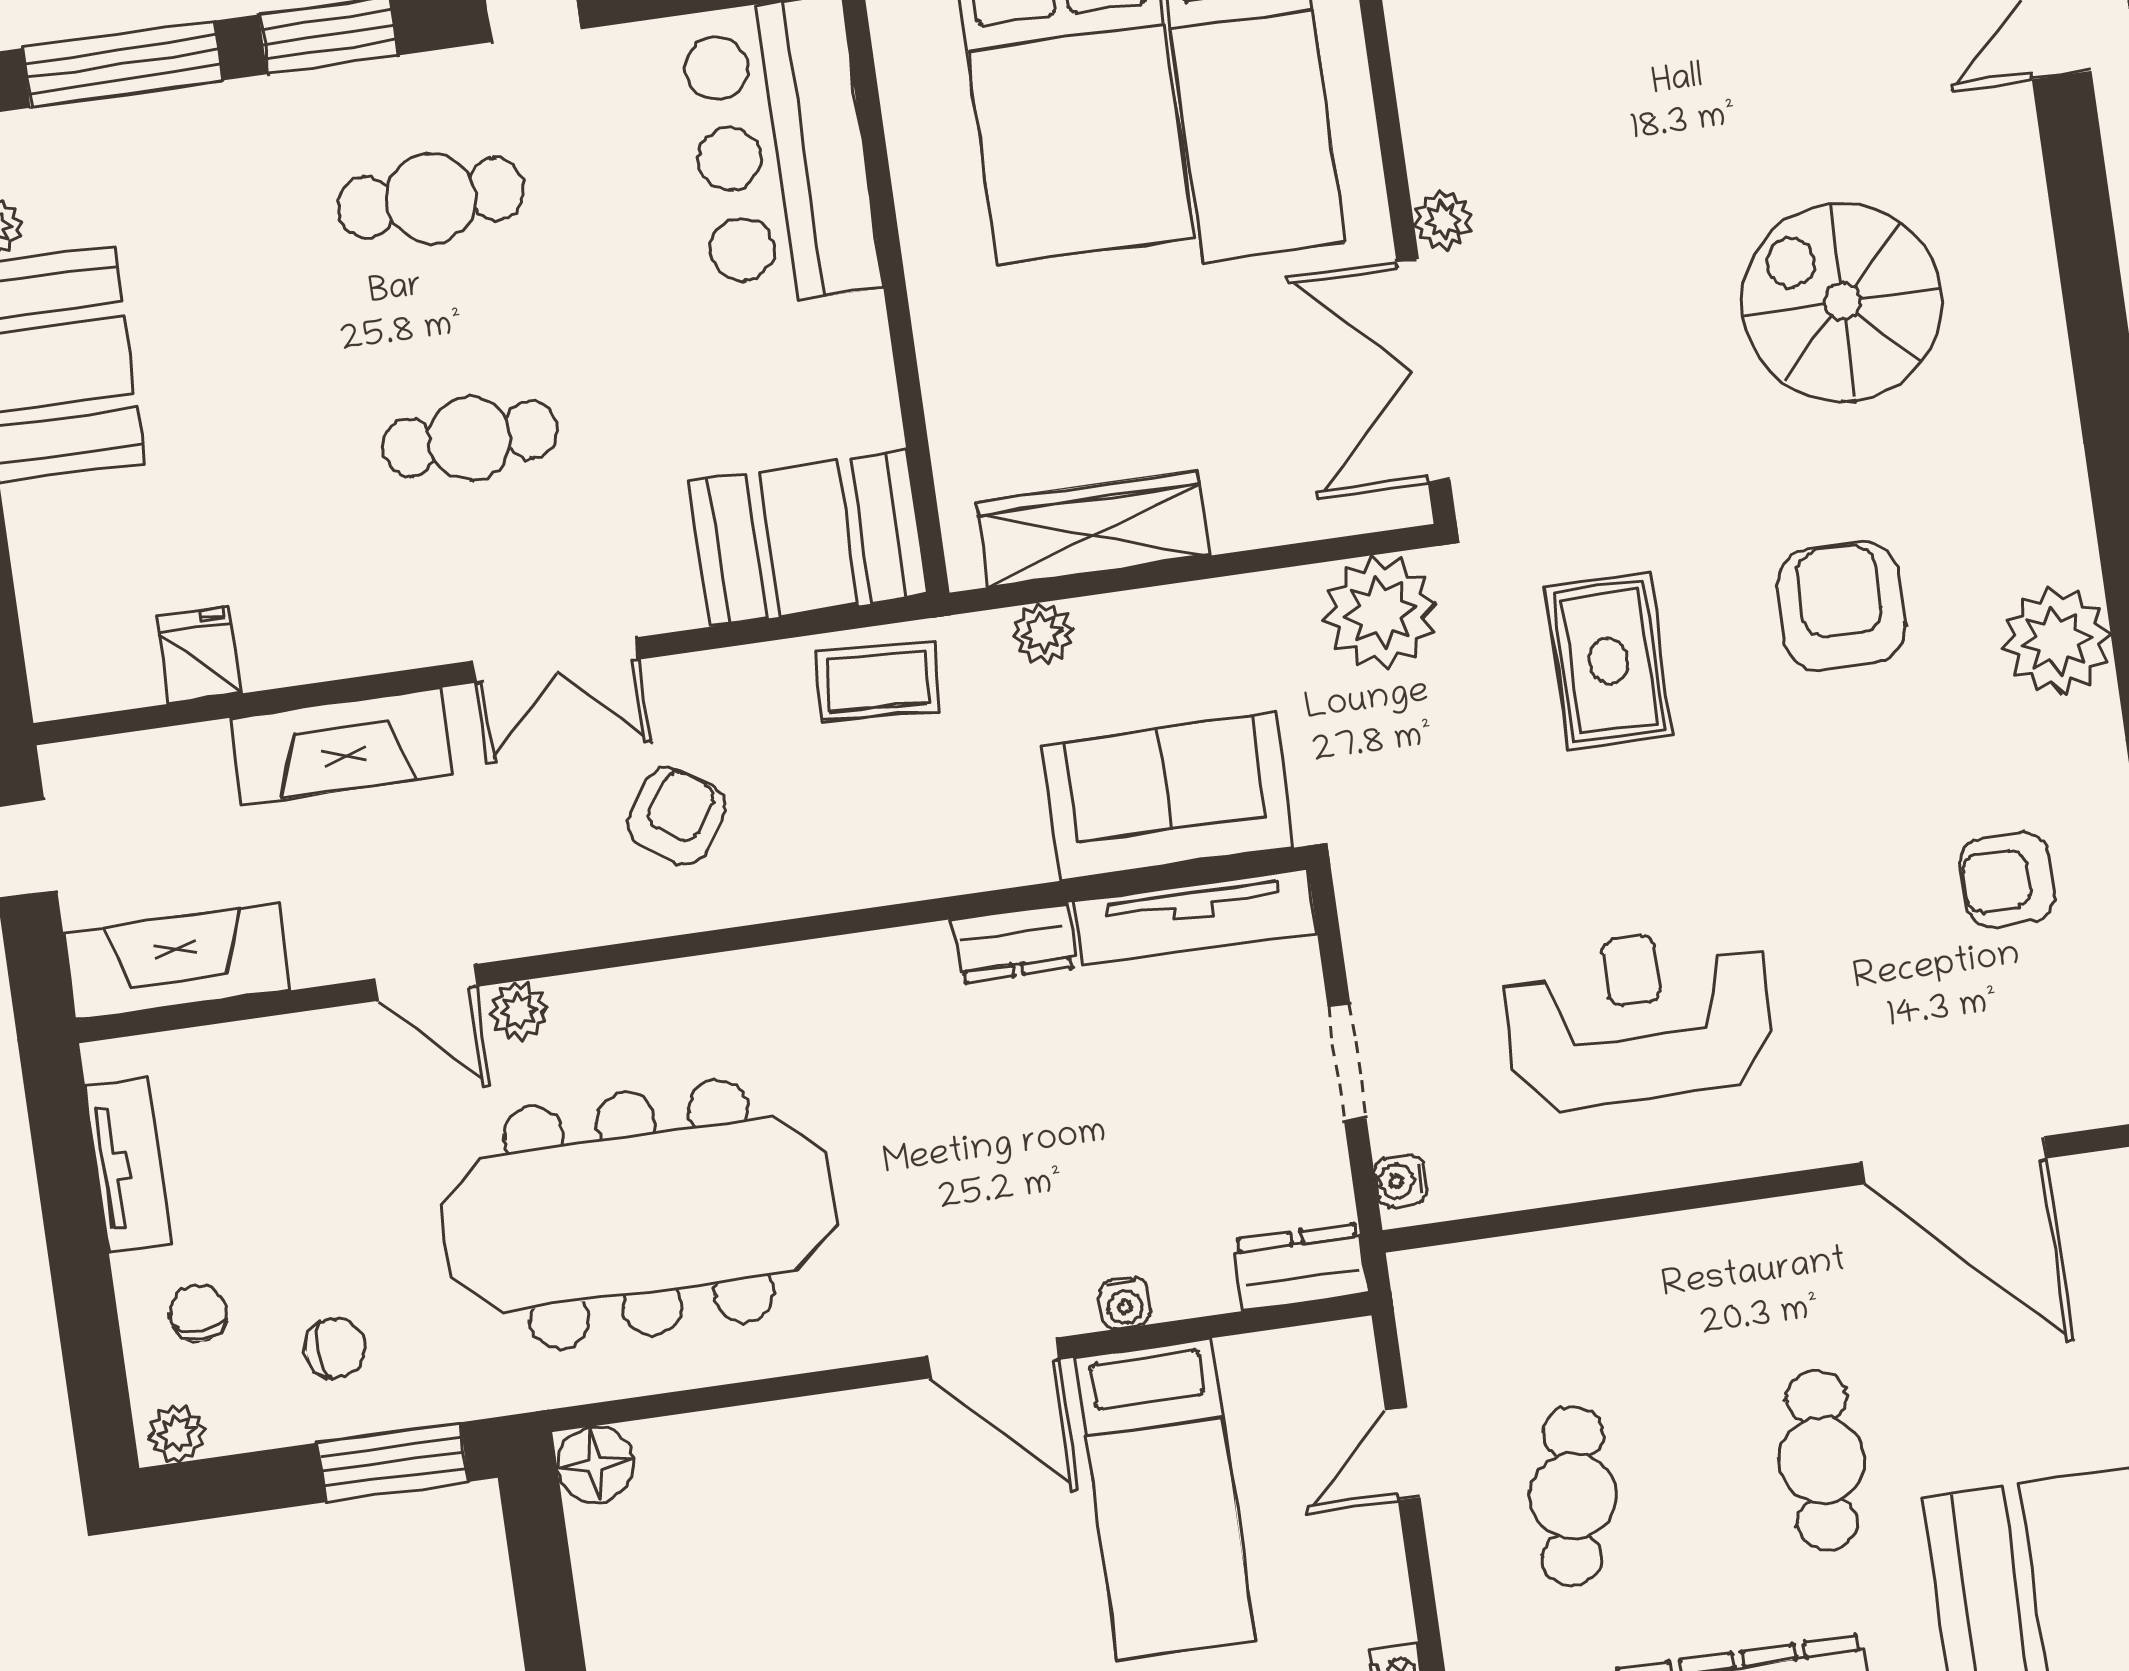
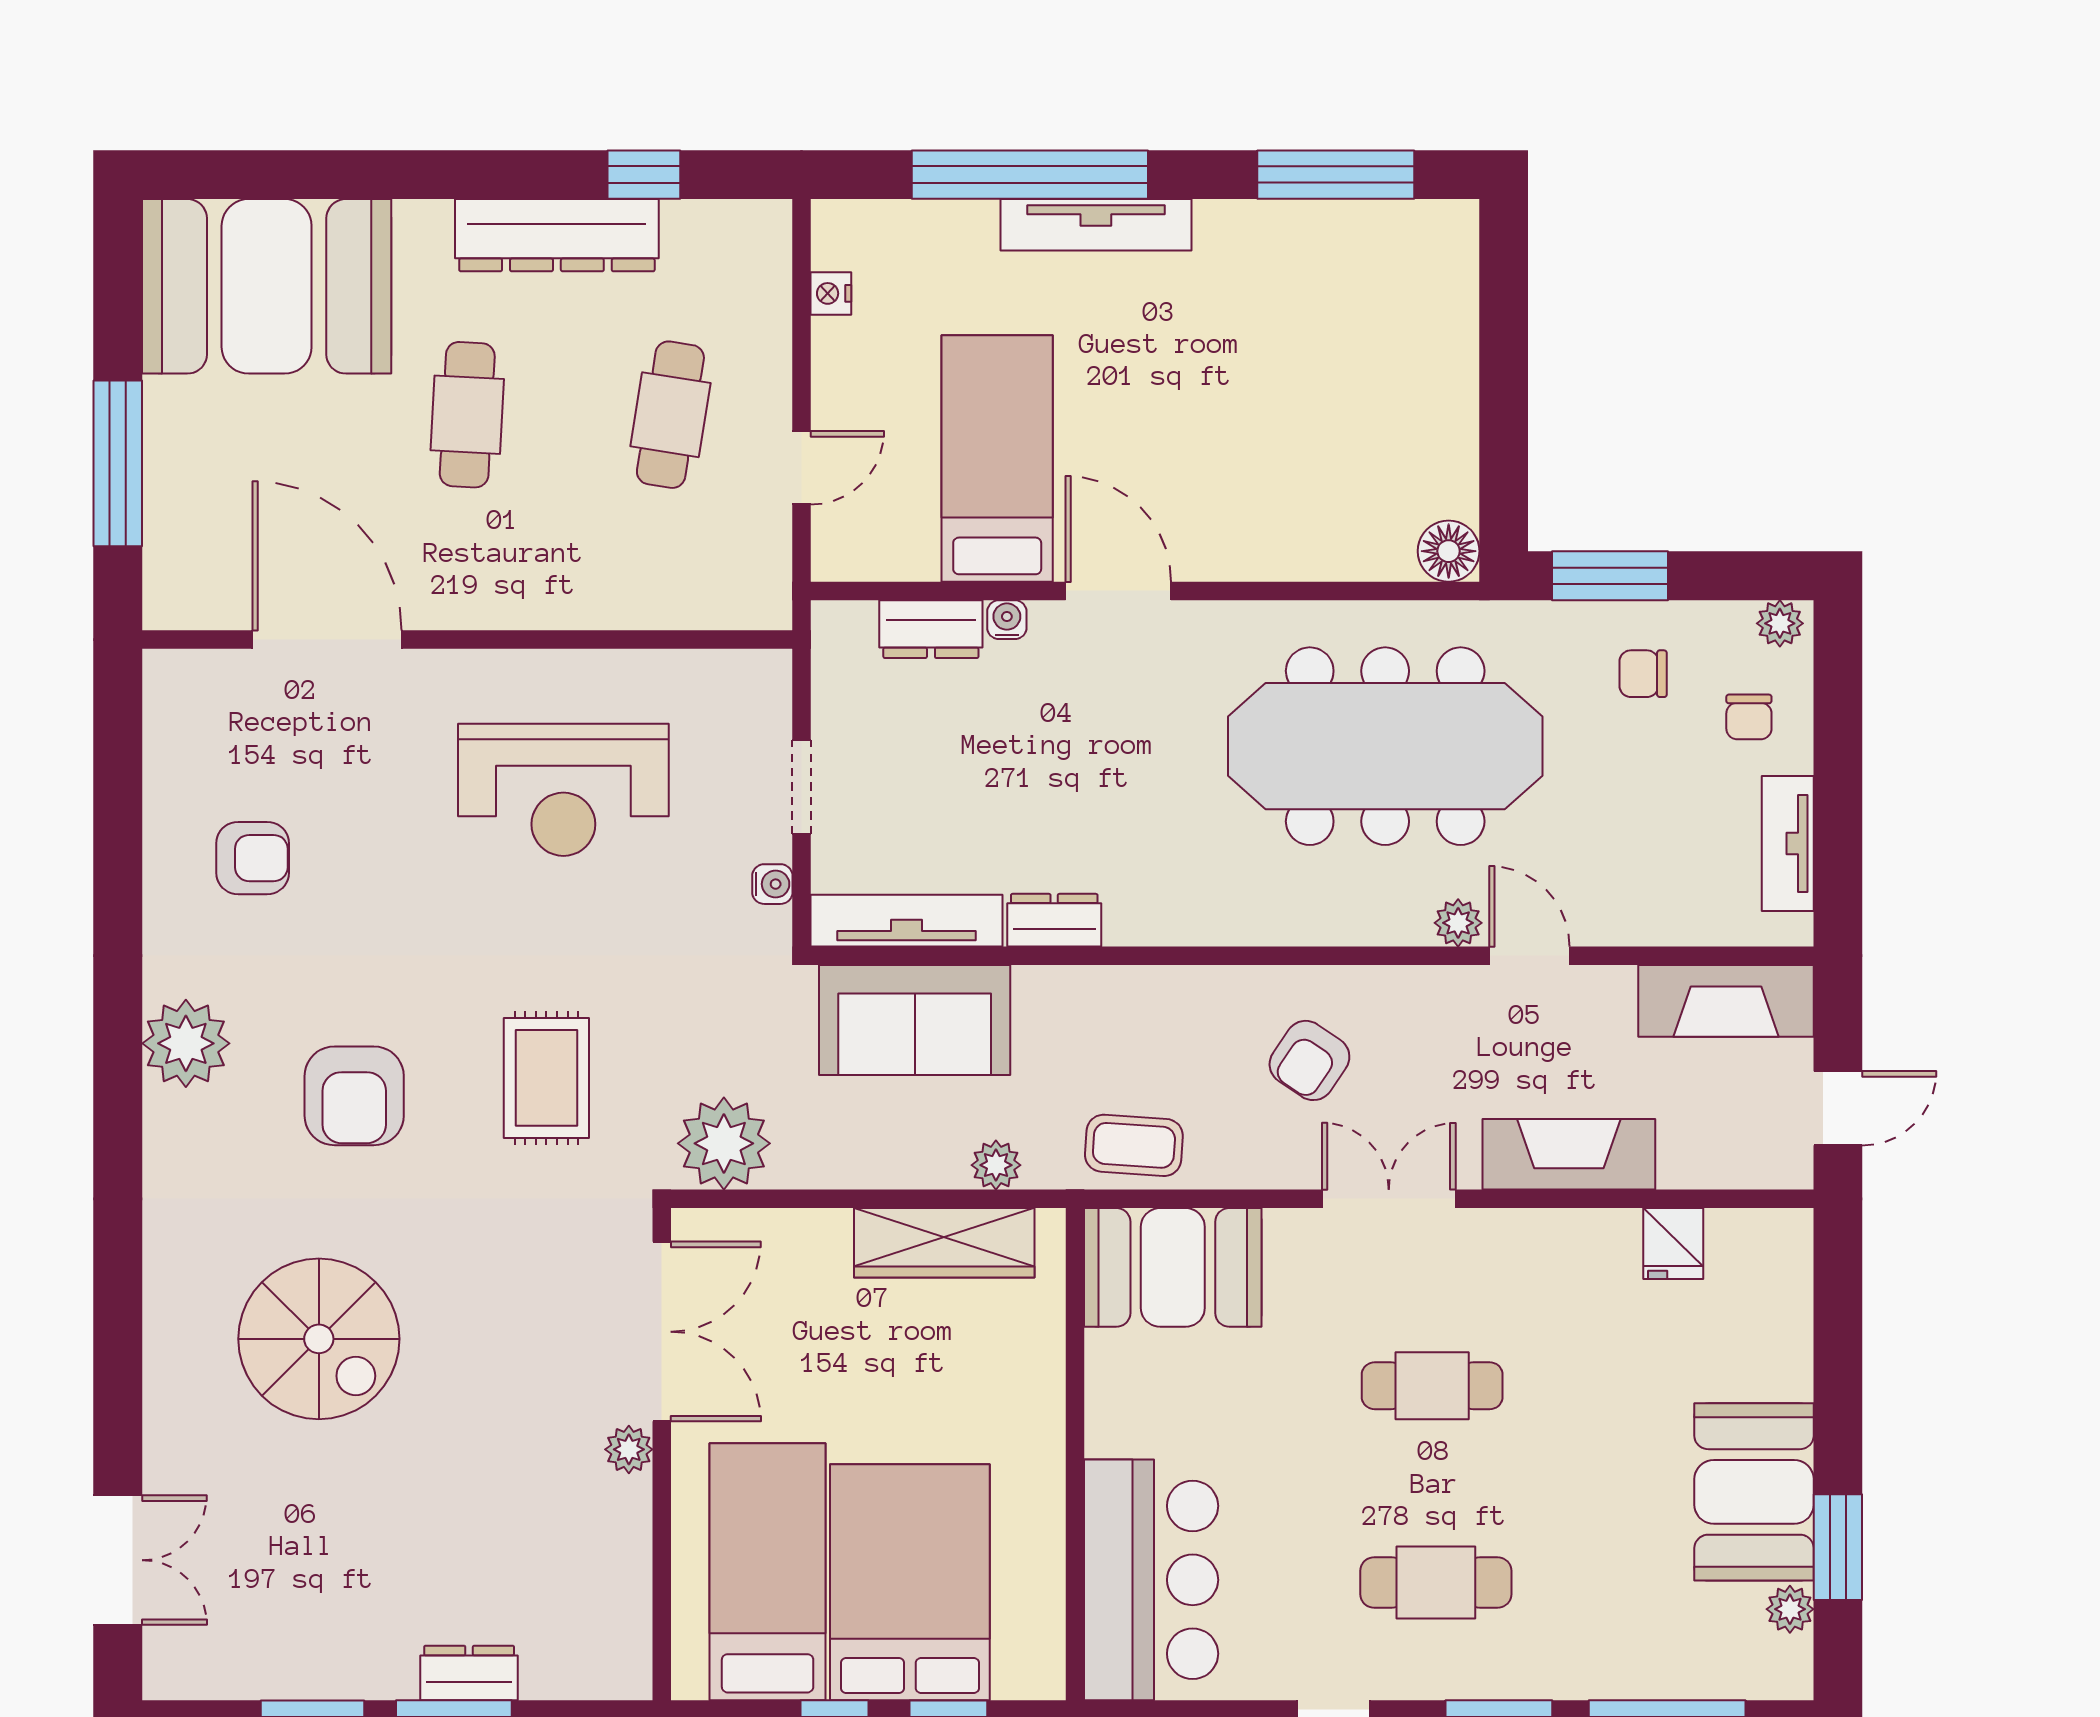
water cooler: (1400, 1181) -> (772, 884), moved
dresser: (1300, 1267) -> (931, 629), moved

